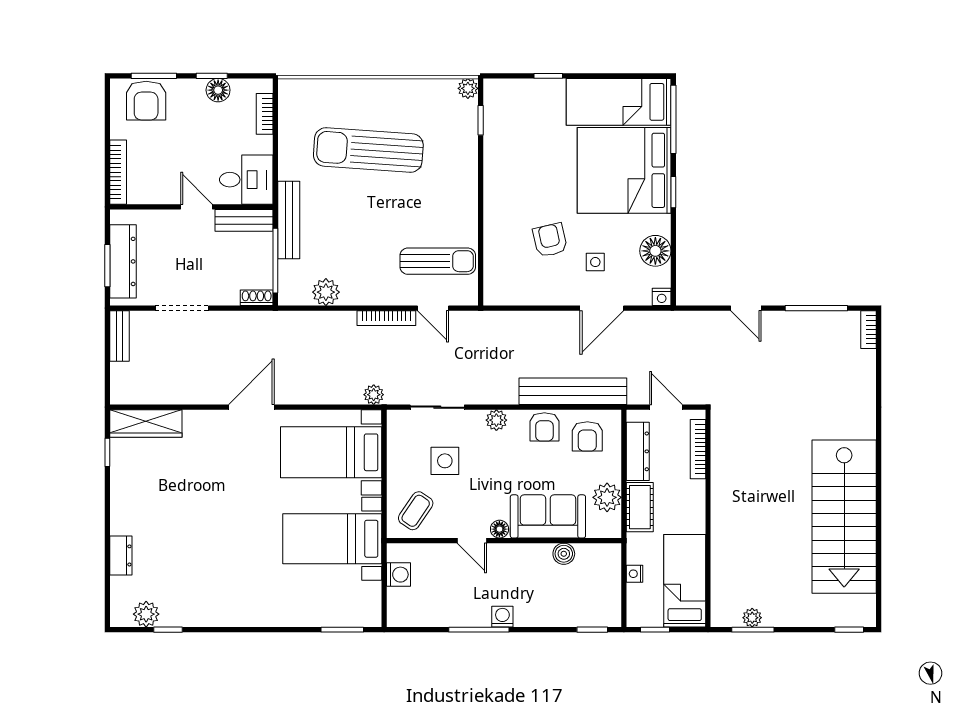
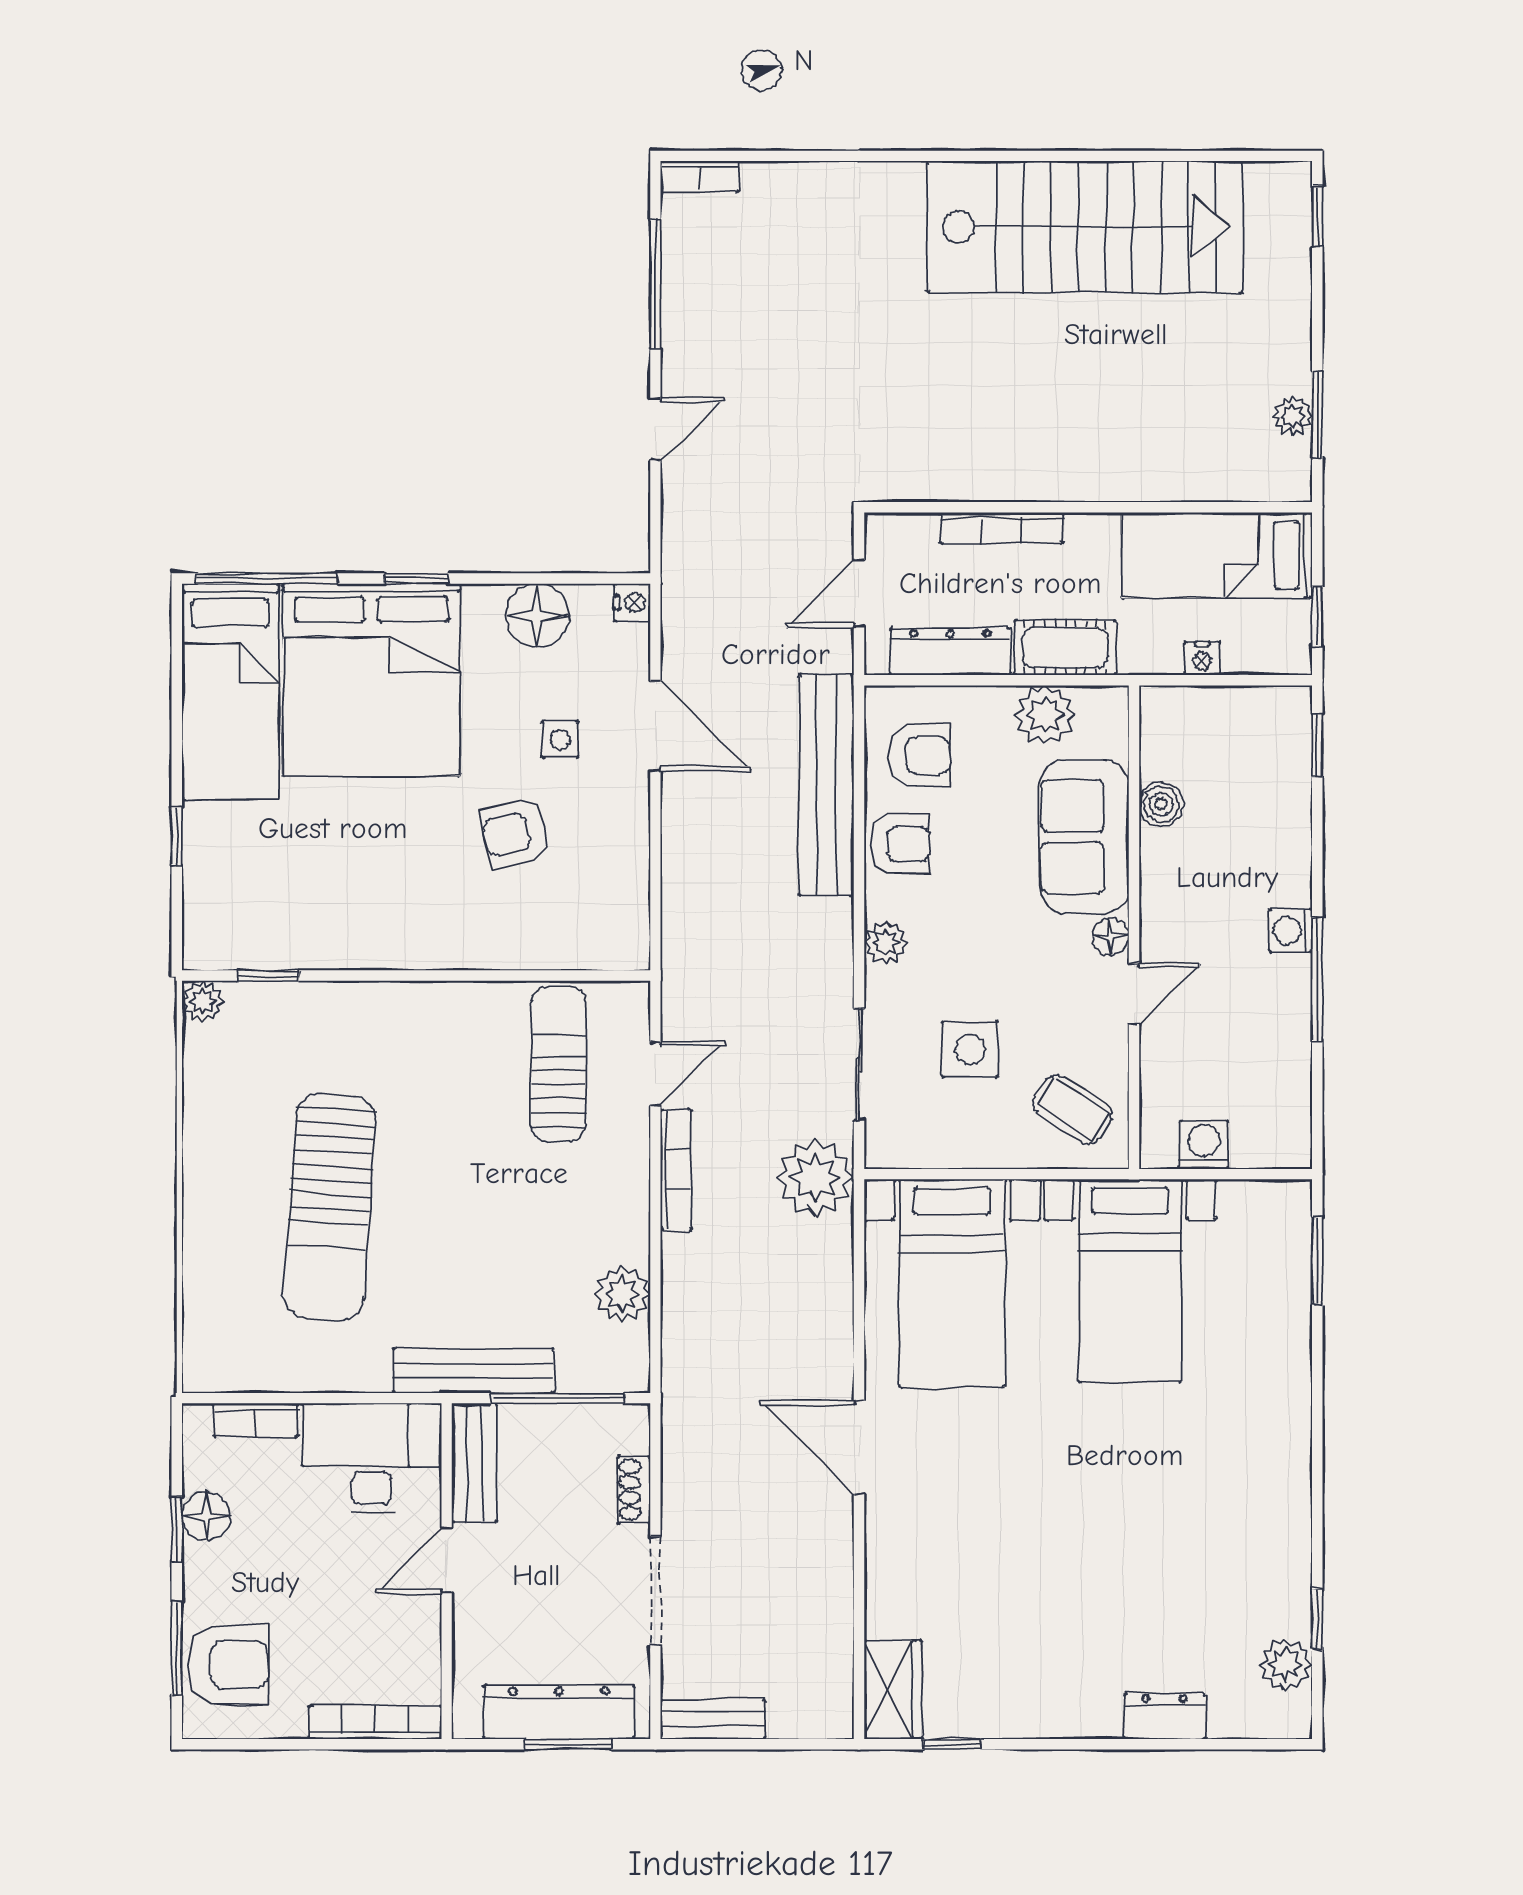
desk: (246, 180) -> (372, 1458), width x1.37
shoe rack: (257, 298) -> (634, 1490), moved
plant: (374, 395) -> (815, 1178), width x1.88, depth x1.88
wardrobe: (146, 423) -> (893, 1690), width x0.67
bookcase: (698, 449) -> (1002, 528), moved

